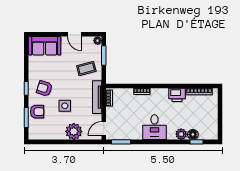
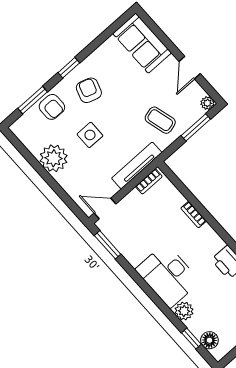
desk: (154, 127) -> (168, 275), width x1.37
plant: (74, 131) -> (54, 158), moved
floor lamp: (193, 134) -> (209, 340), moved

